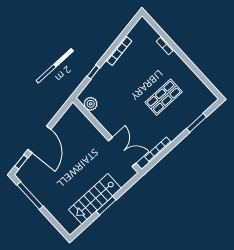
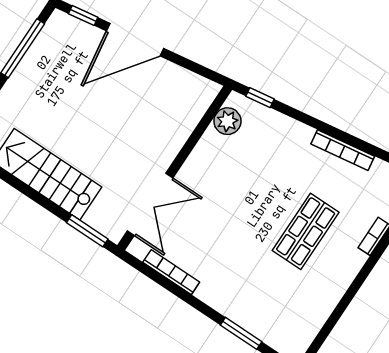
window: (93, 72) -> (260, 98), moved
shop shelf: (164, 97) -> (306, 231), moved, turned 90
window: (106, 206) -> (87, 231), moved

